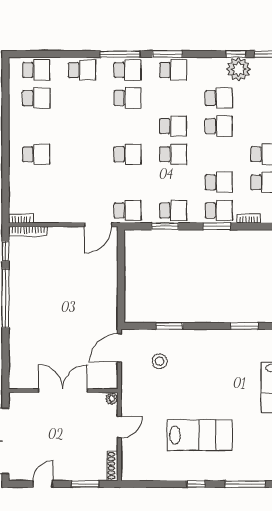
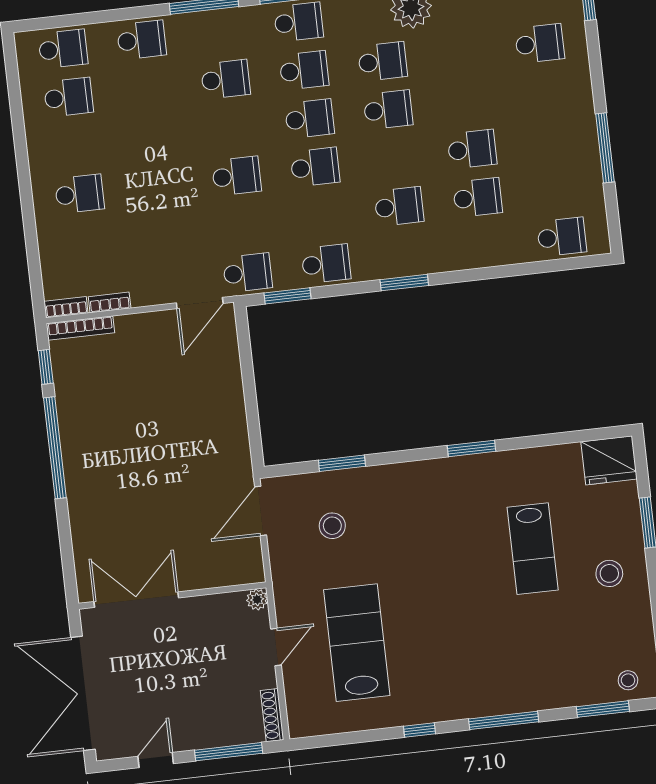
school desk: (127, 70) -> (304, 70), moved
school desk: (219, 210) -> (405, 255), removed
bookcase: (249, 218) -> (110, 302), moved
window: (165, 226) -> (287, 296), moved
double door: (63, 391) -> (136, 600), moved
lab bench: (200, 435) -> (357, 643), moved, turned -90
window: (85, 484) -> (229, 752), width x1.44

